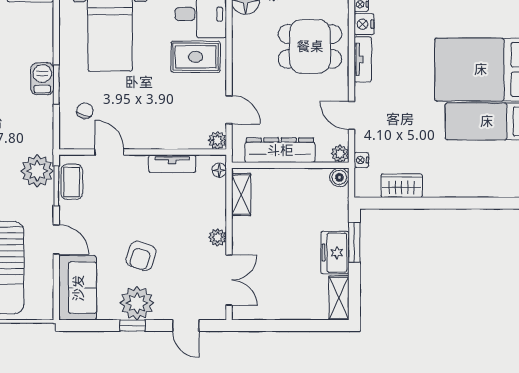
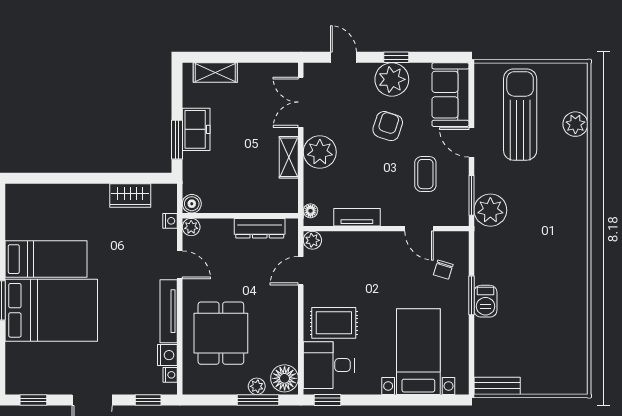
dining table: (310, 46) -> (221, 333), turned 90
tv unit: (363, 59) -> (169, 311), width x1.41
door: (229, 110) -> (301, 271), hinge flipped
dresser: (280, 150) -> (260, 228), width x0.73, depth x0.80
coffee table: (72, 182) -> (425, 174), moved
shelving: (241, 195) -> (289, 157), moved
plant: (218, 237) -> (320, 152), width x1.88, depth x1.88
shelving: (339, 298) -> (215, 73), moved, turned 90

